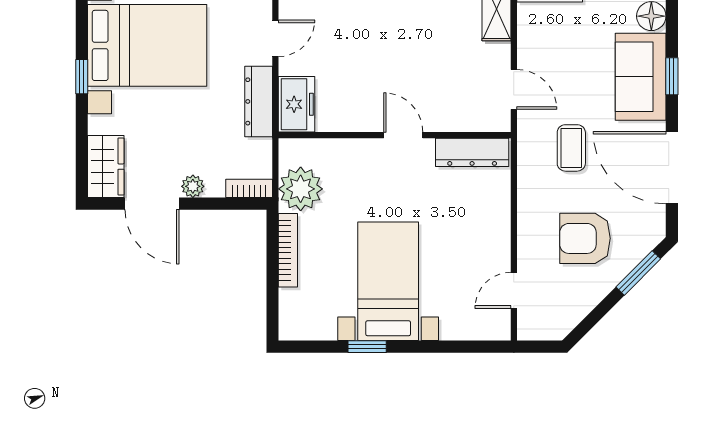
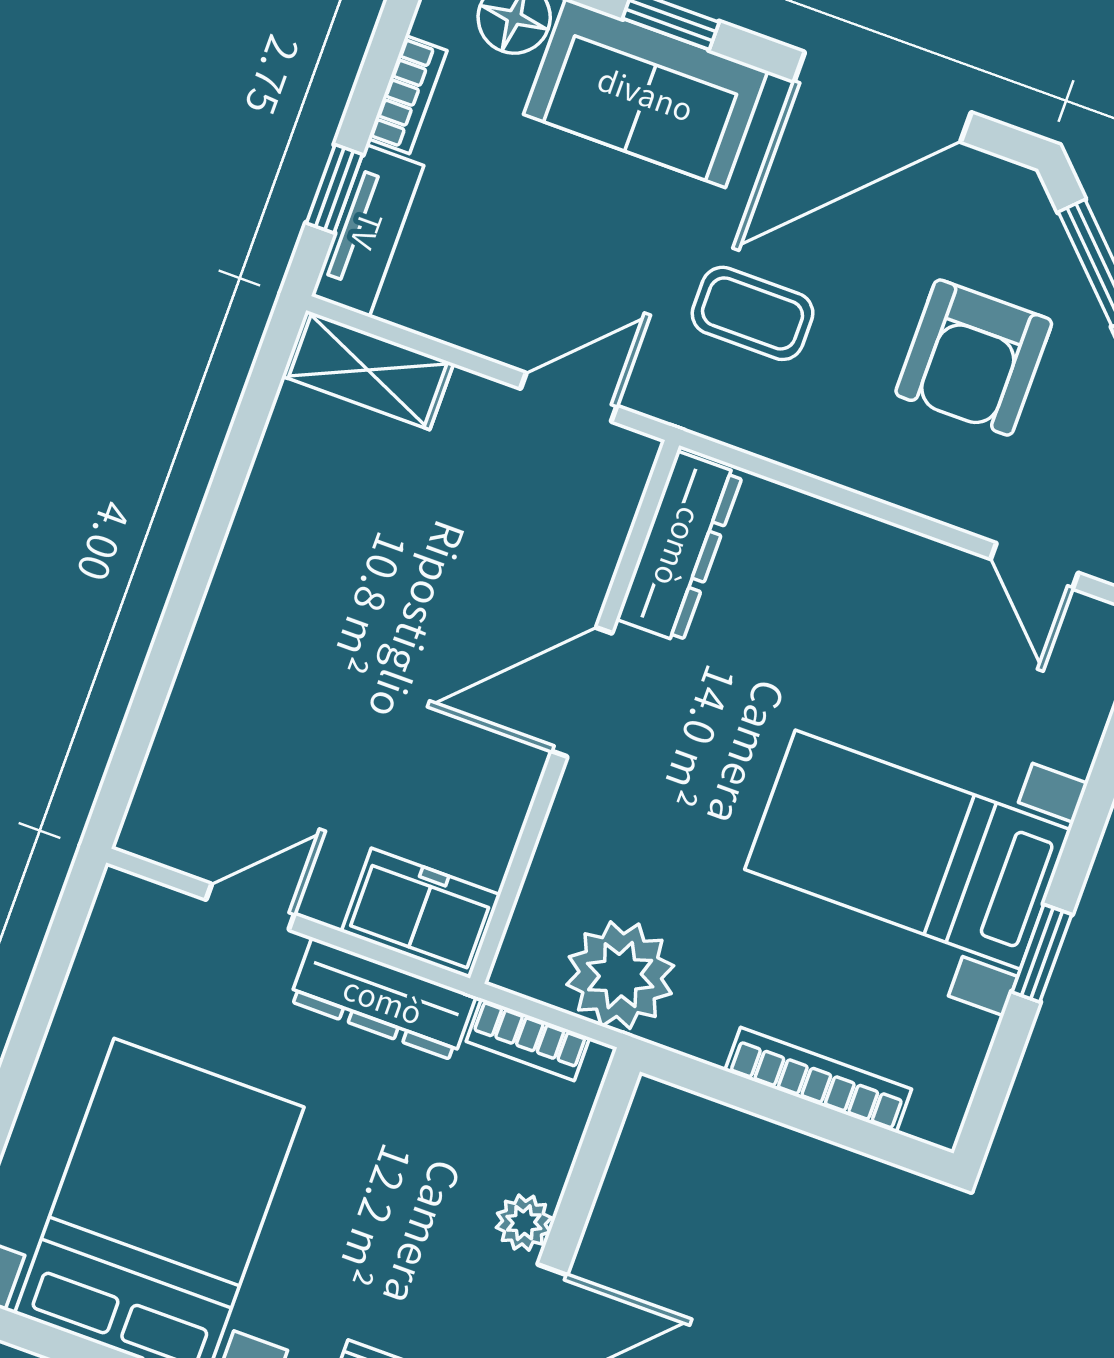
door: (275, 38) -> (250, 907), hinge flipped
door: (403, 135) -> (582, 692), width x1.38
bookcase: (249, 188) -> (528, 1040), moved, turned -90
bookcase: (288, 250) -> (818, 1080), moved

